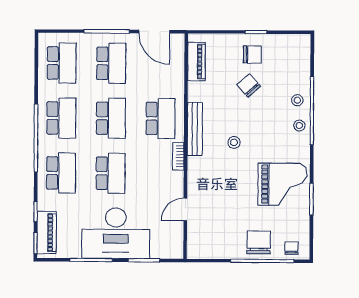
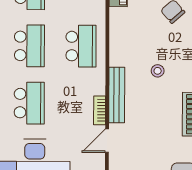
bench: (195, 129) -> (117, 95), moved
bookcase: (178, 156) -> (100, 110), moved

